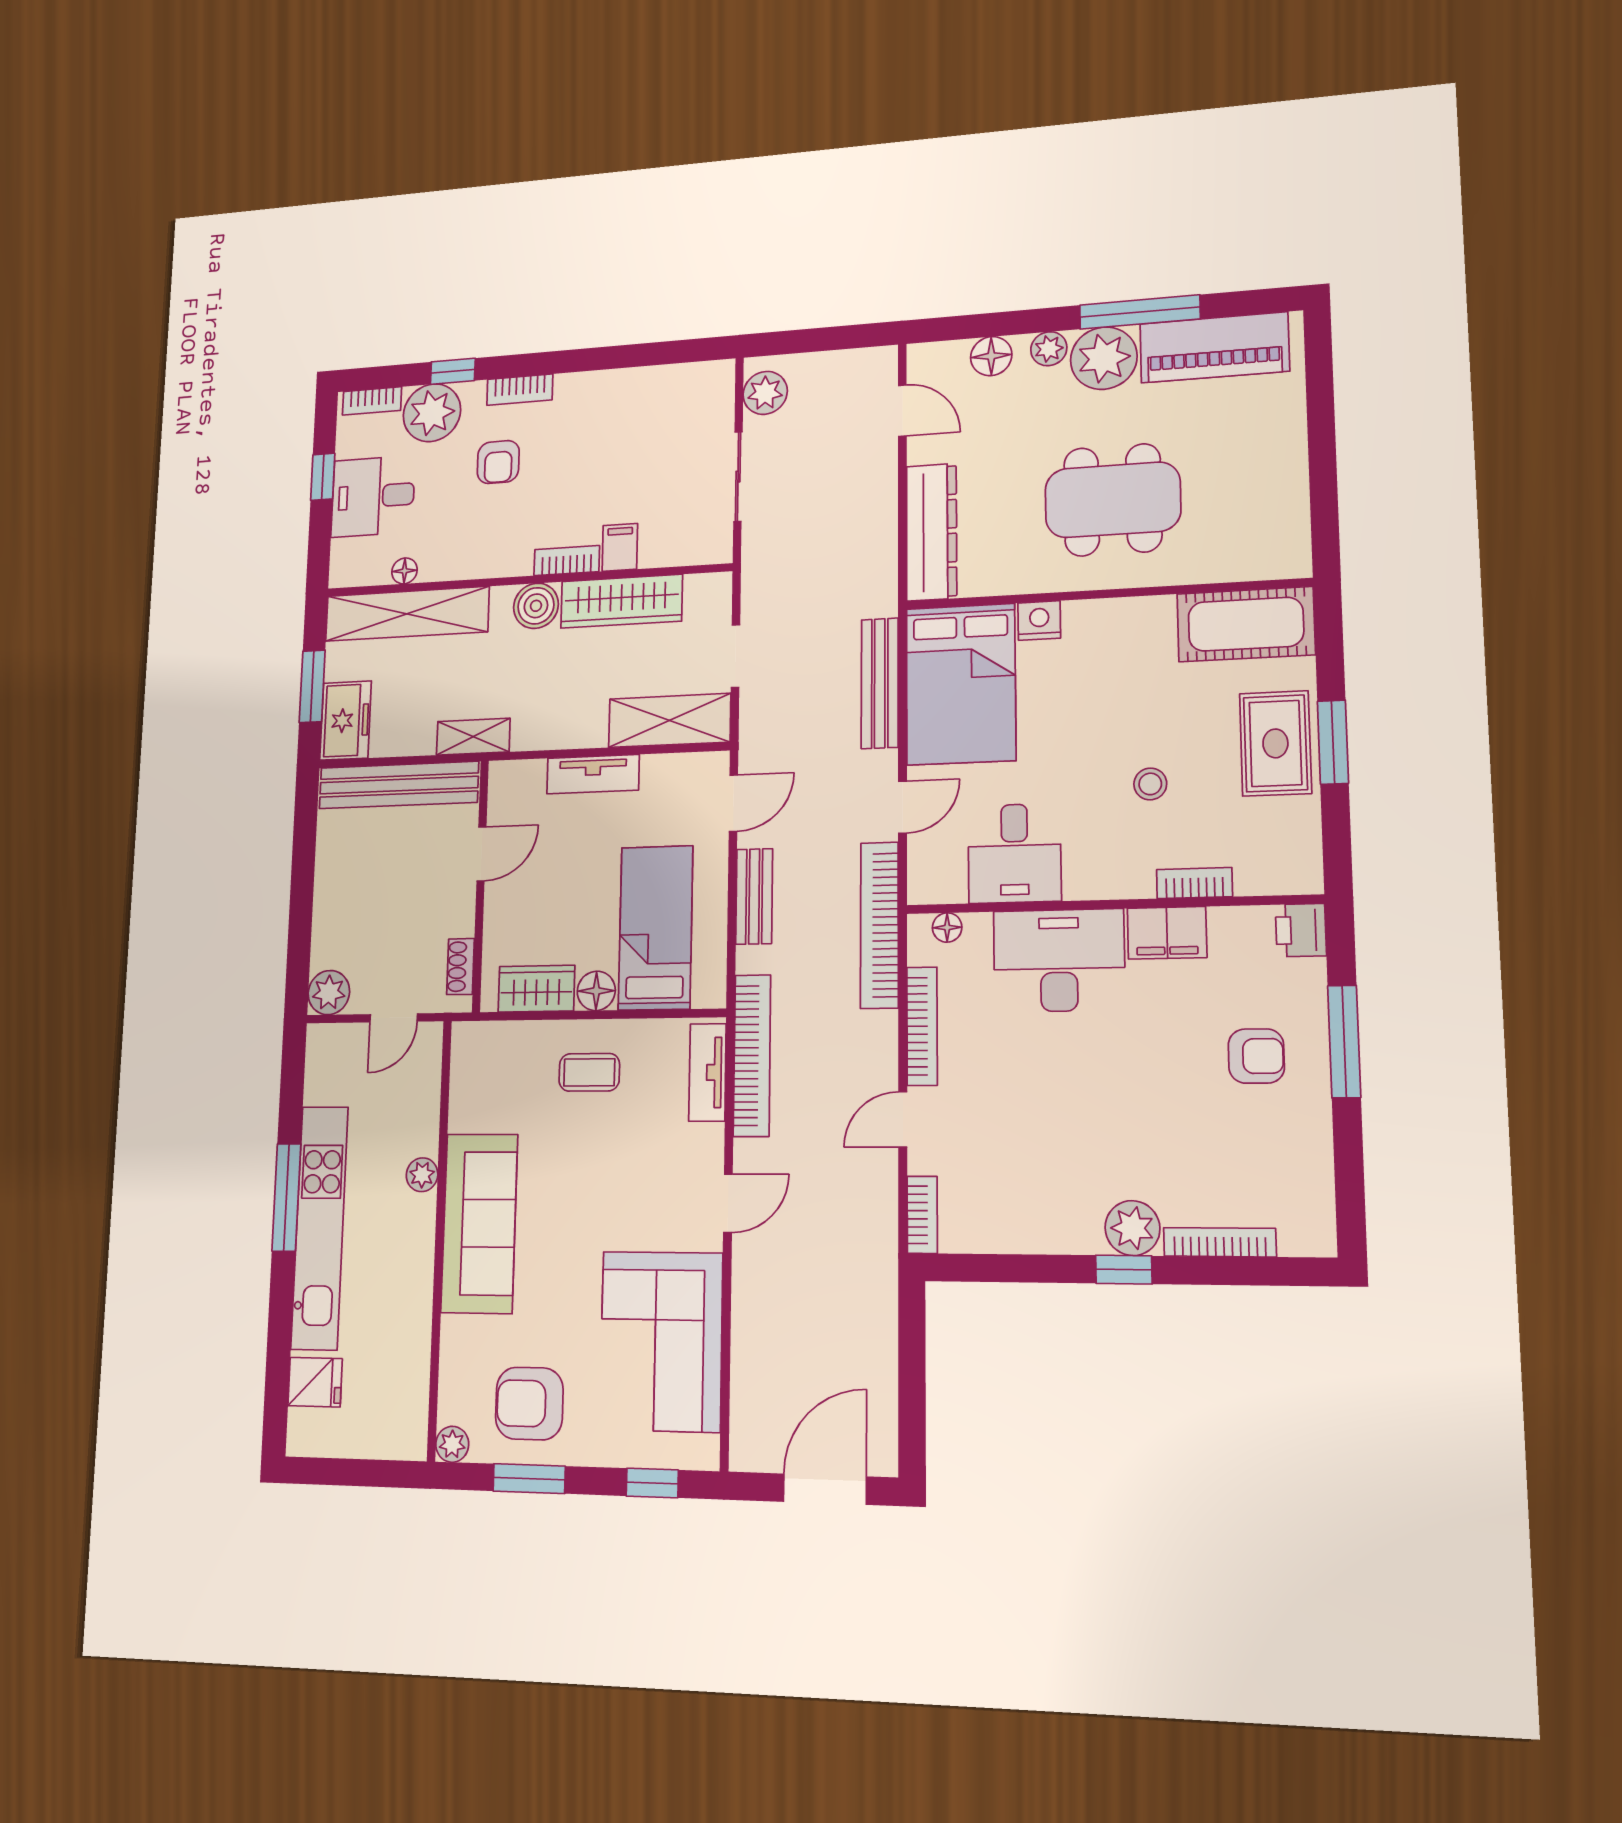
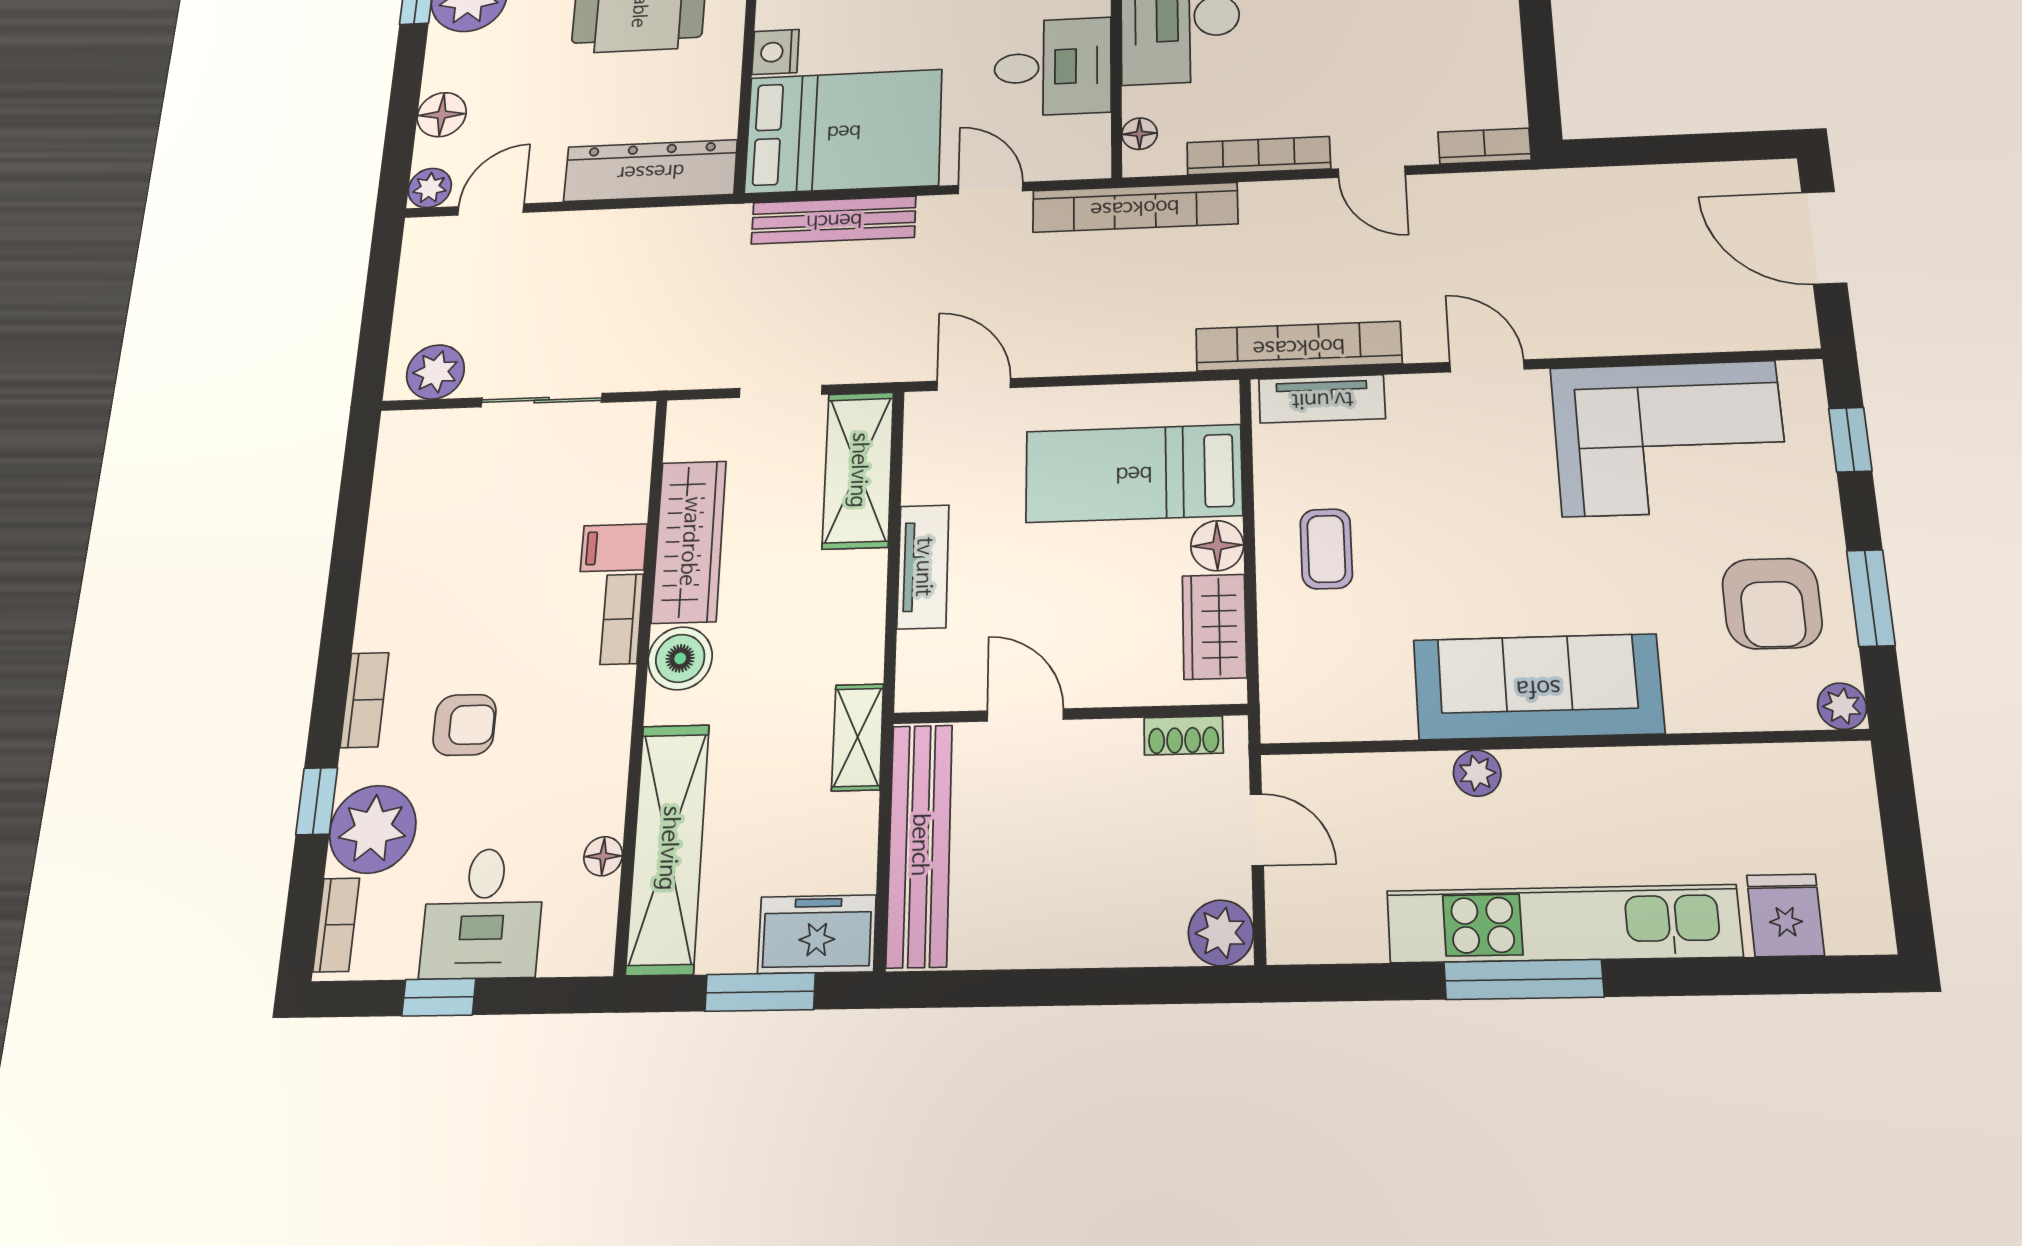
plant: (1049, 349) -> (430, 188), moved
bench: (754, 896) -> (1096, 353), removed

